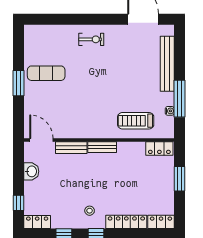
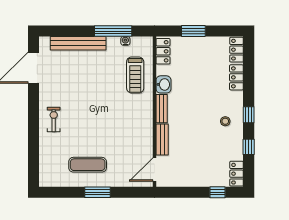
exercise mat: (46, 73) -> (88, 165), turned 90
washbasin: (31, 171) -> (163, 84), moved, turned 90
locker: (126, 222) -> (236, 77), width x0.66

